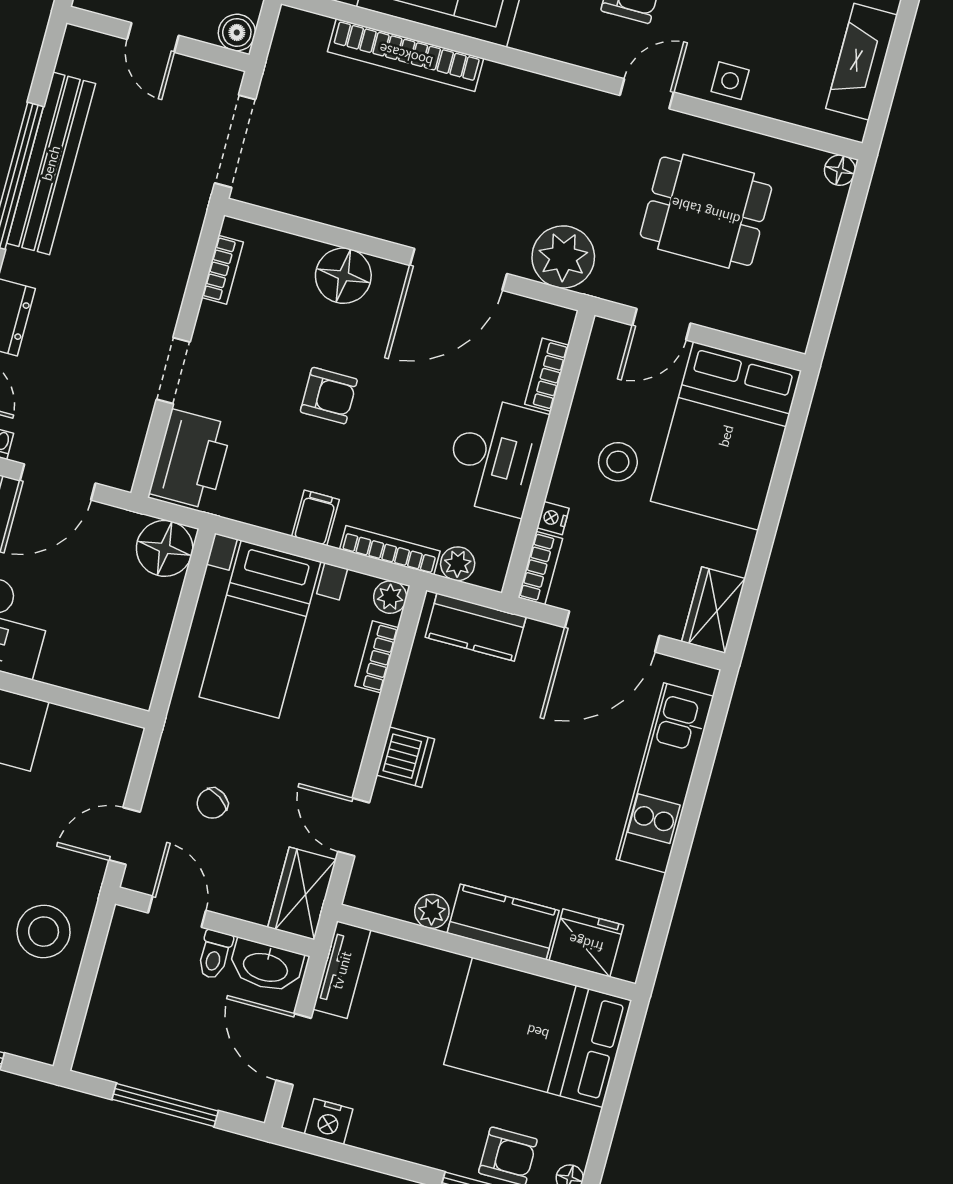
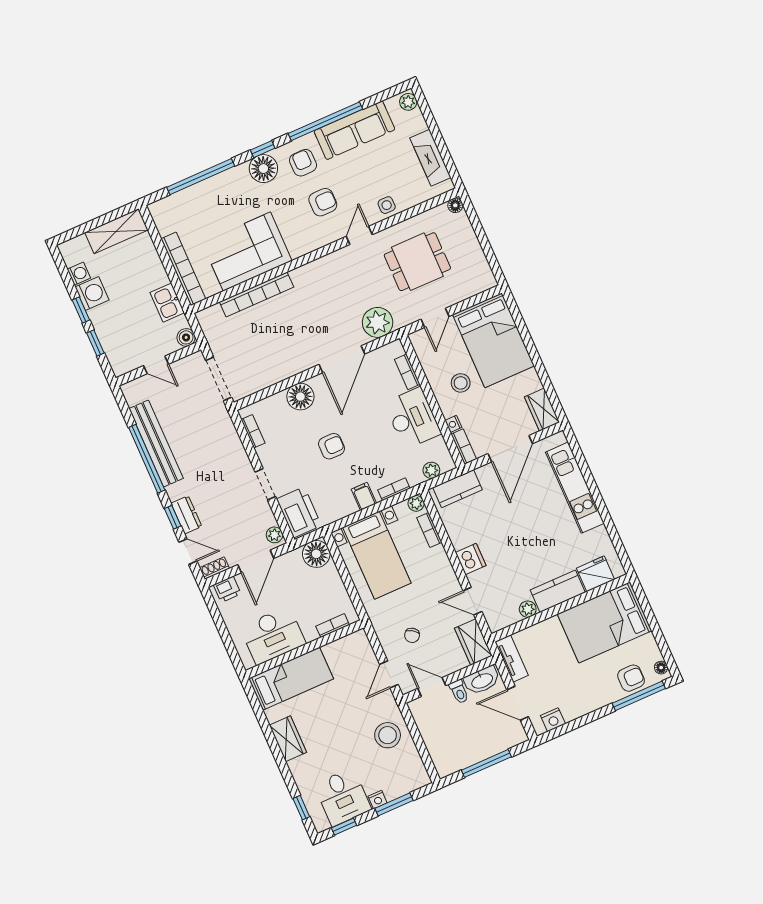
plant: (122, 464) -> (275, 535), added
bookcase: (390, 550) -> (394, 489), width x0.64
bookcase: (98, 685) -> (333, 626), added

